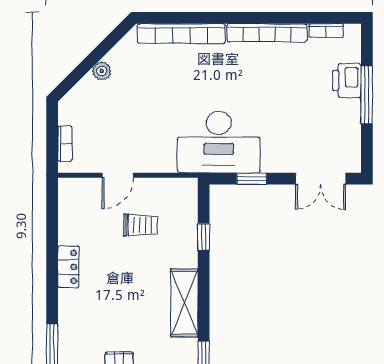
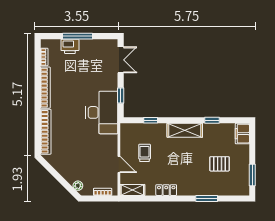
plant: (102, 71) -> (78, 186), moved
shelving: (69, 201) -> (132, 190), added

